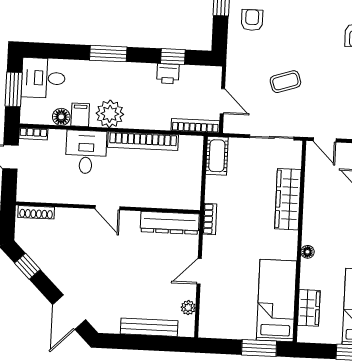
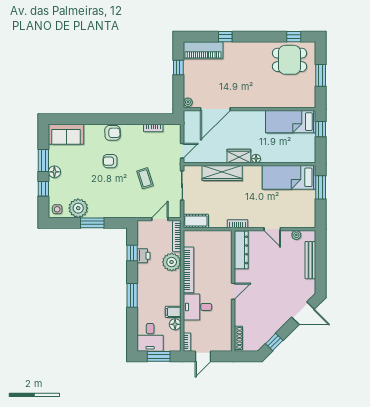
armchair: (252, 20) -> (110, 161), moved
plant: (110, 114) -> (172, 262), moved
wardrobe: (309, 308) -> (239, 156), moved

